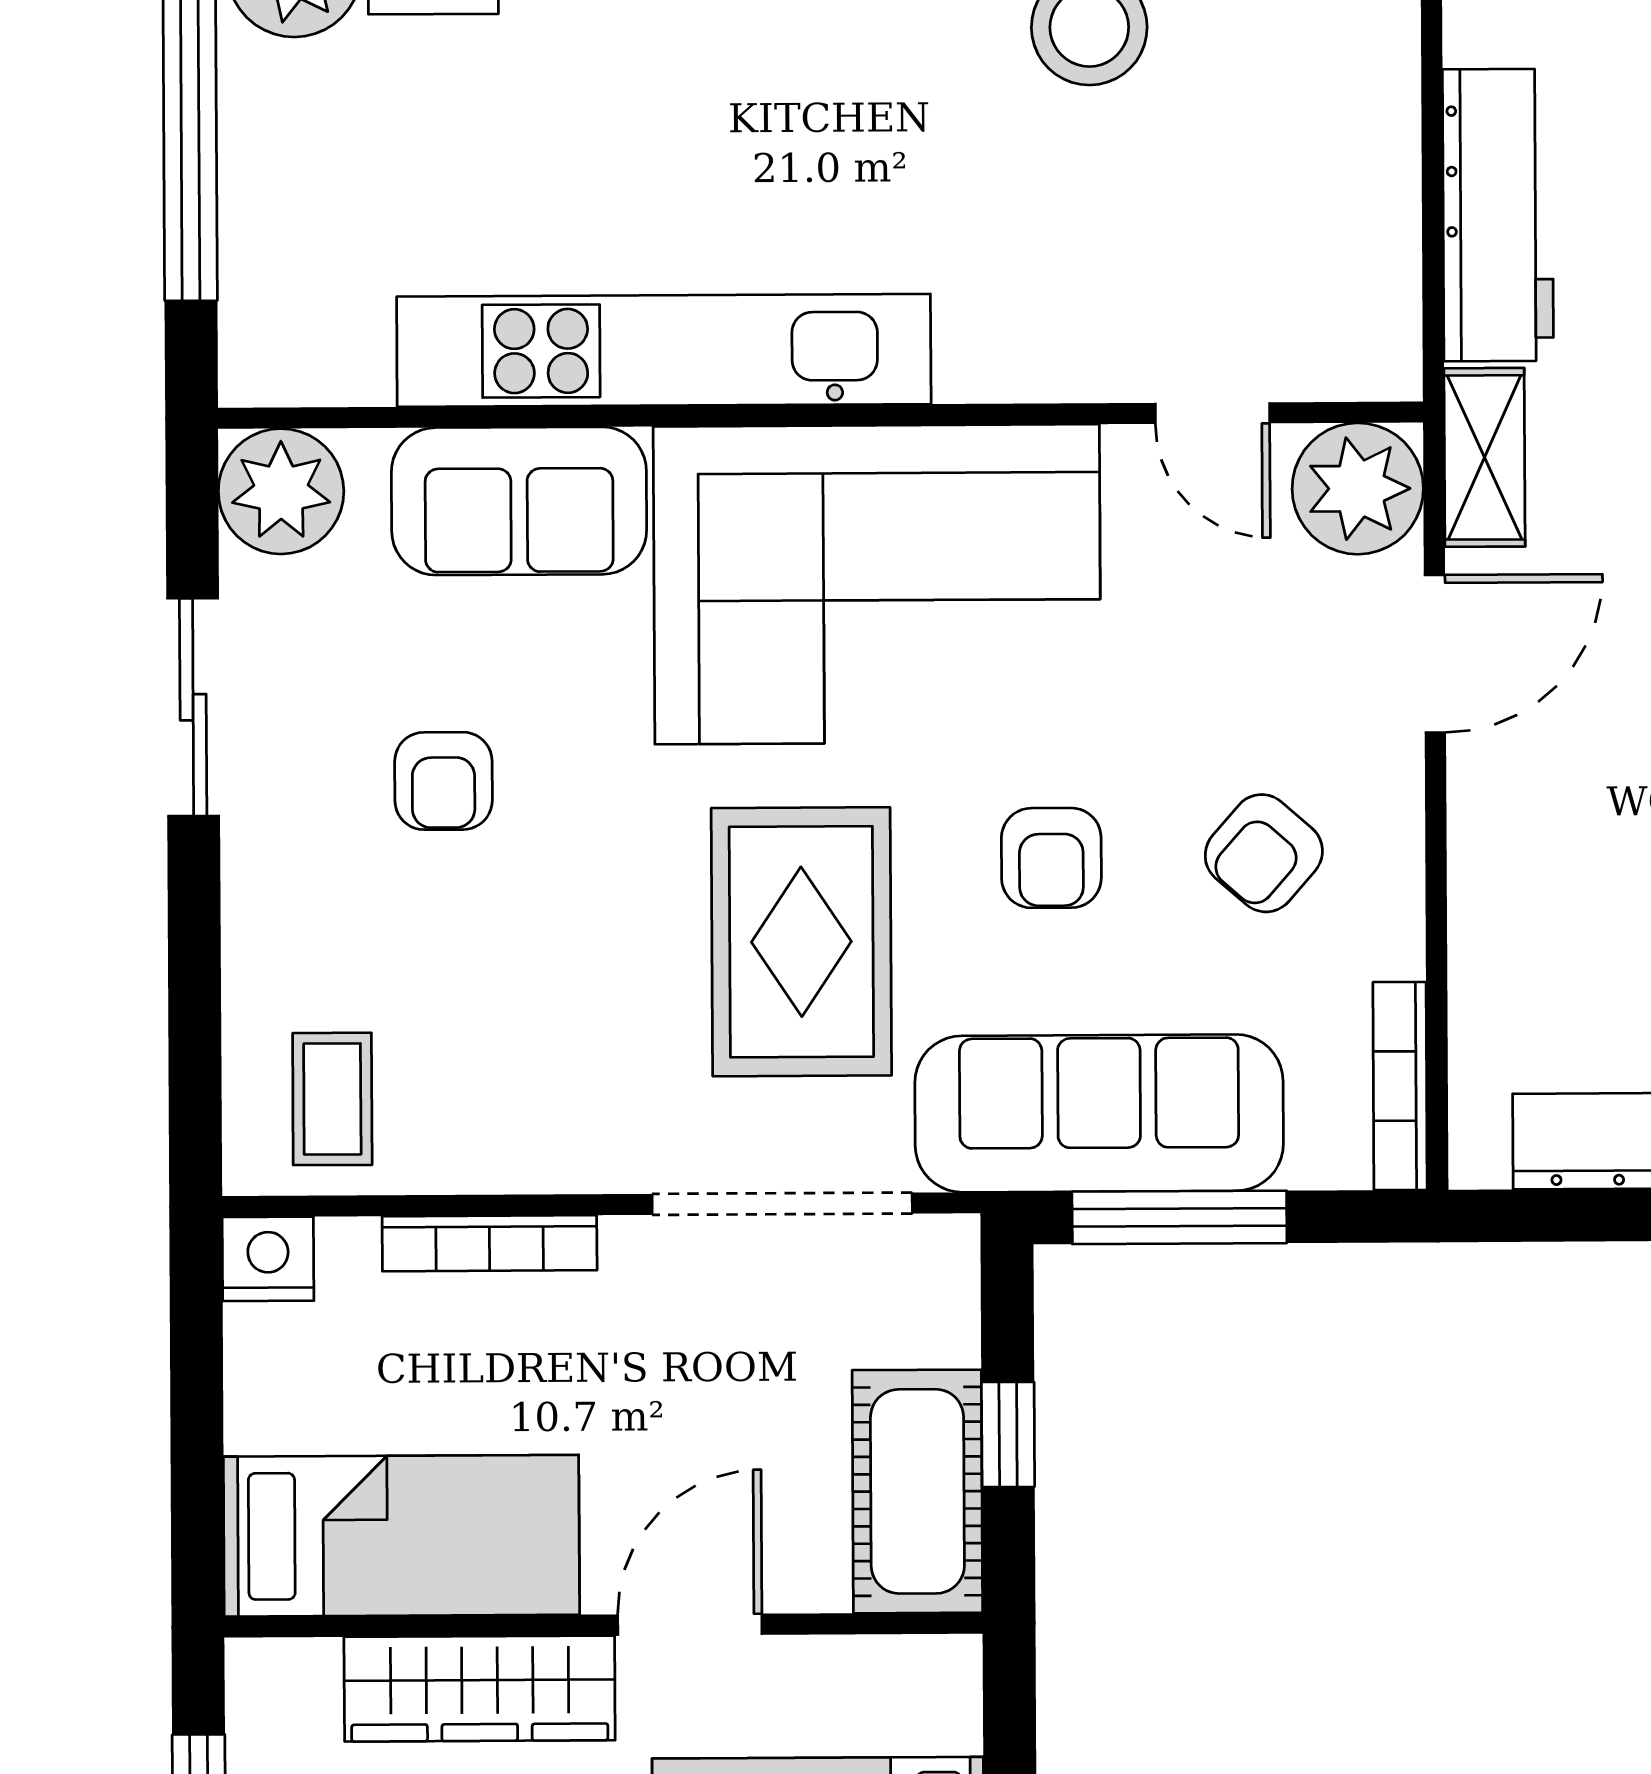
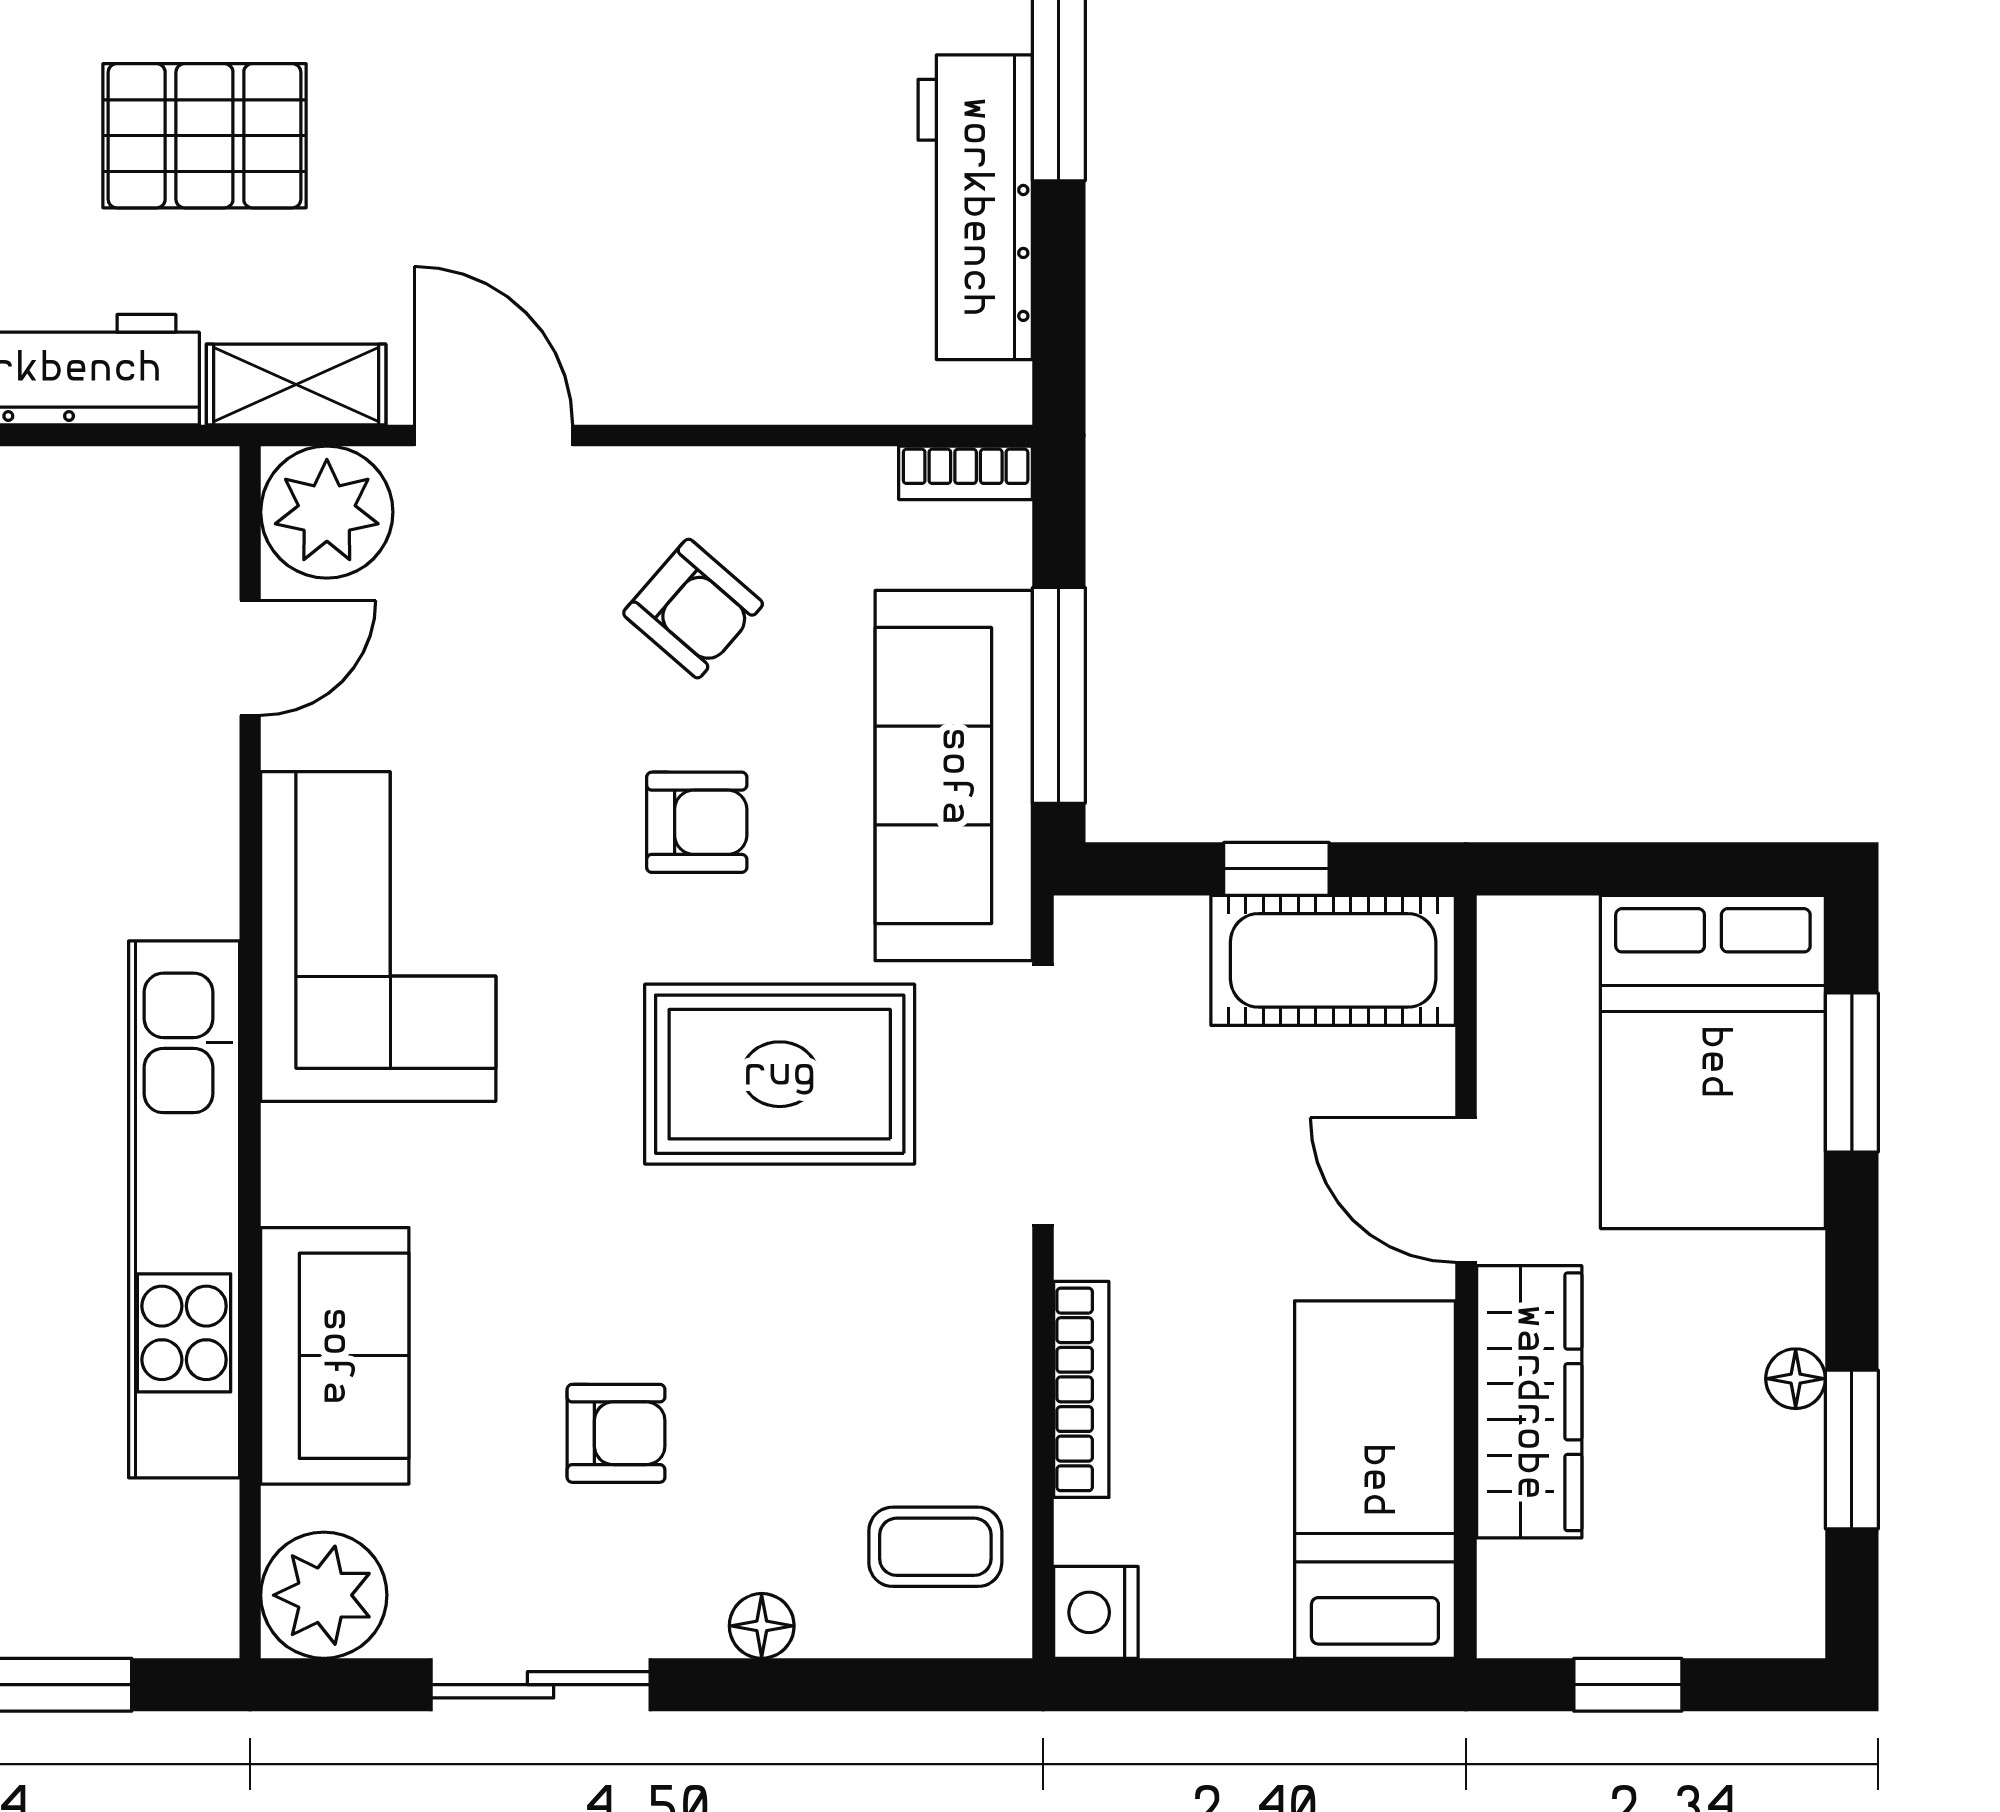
corner sofa: (877, 584) -> (378, 937), width x0.73, depth x0.74
floor lamp: (253, 927) -> (762, 1626), added
bookcase: (1400, 1086) -> (966, 473), width x0.64

